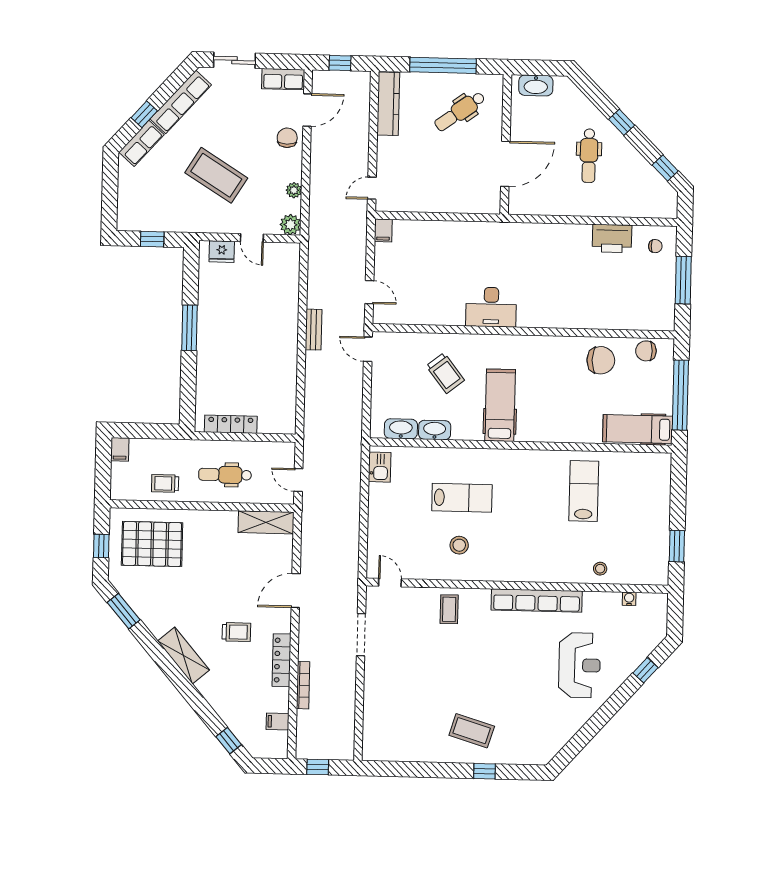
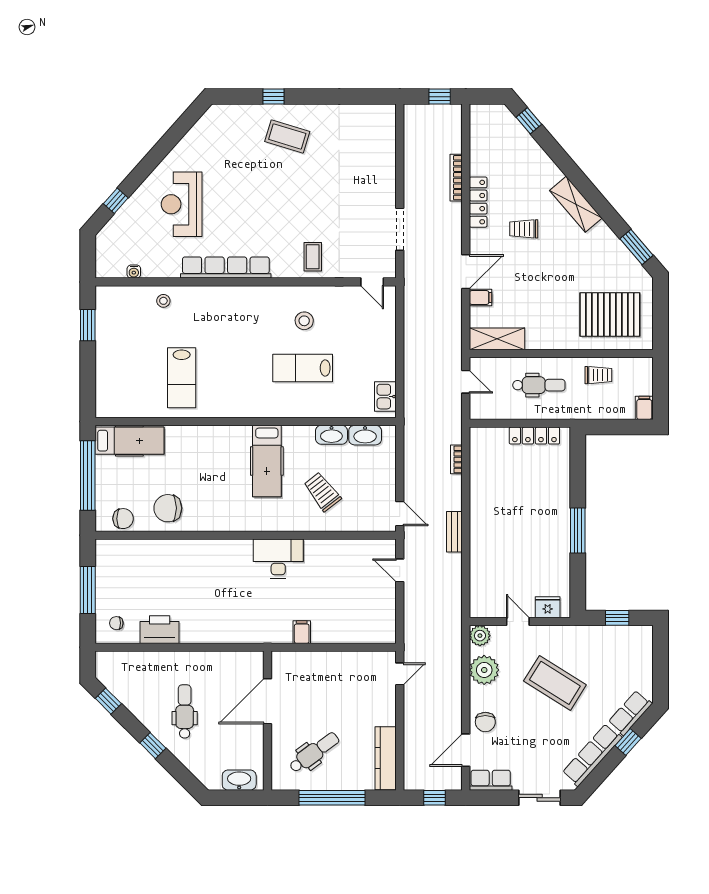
plant: (294, 190) -> (484, 670), width x1.88, depth x1.88
filing cabinet: (383, 230) -> (302, 632), moved
bookcase: (310, 402) -> (456, 459), added
window: (101, 546) -> (660, 311), removed
filing cabinet: (278, 721) -> (481, 297), moved

